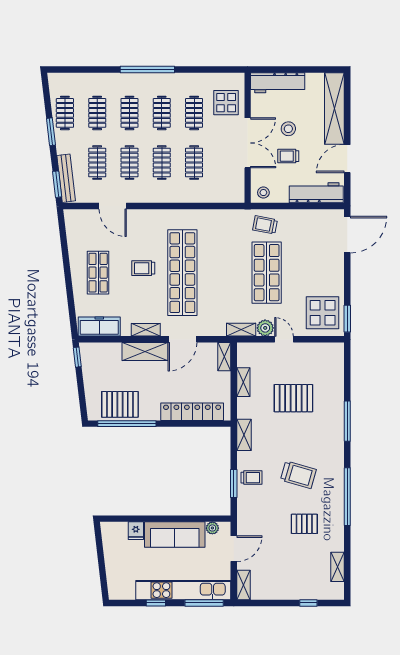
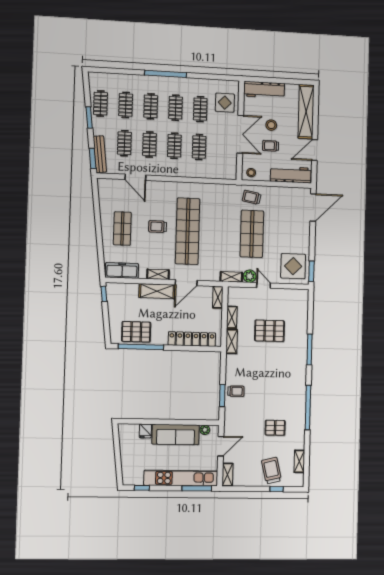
shelving: (244, 435) -> (232, 342), moved
trolley: (298, 475) -> (271, 471), moved, turned -119
window: (156, 603) -> (142, 488), moved

